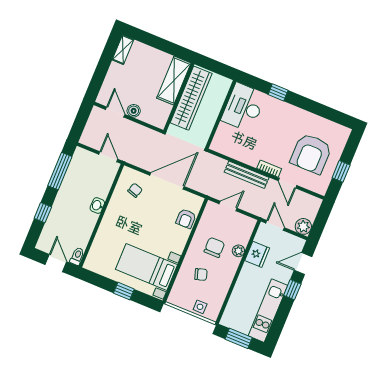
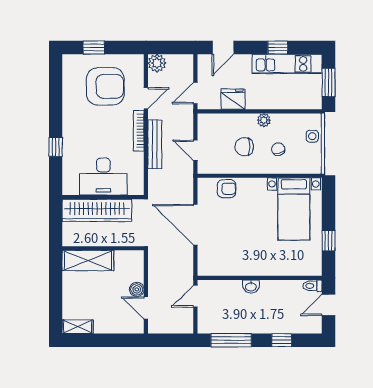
wardrobe: (191, 98) -> (97, 210), moved, turned 180
desk: (243, 107) -> (103, 177), moved
door: (115, 112) -> (146, 308), hinge flipped
bookcase: (269, 169) -> (139, 131), width x1.56
window: (341, 171) -> (94, 47), moved
chair: (135, 190) -> (219, 254), removed
plant: (303, 226) -> (157, 63), moved
plant: (238, 251) -> (264, 120), moved
door: (303, 263) -> (223, 47), hinge flipped
window: (292, 290) -> (278, 47), moved
window: (124, 291) -> (329, 241), moved

